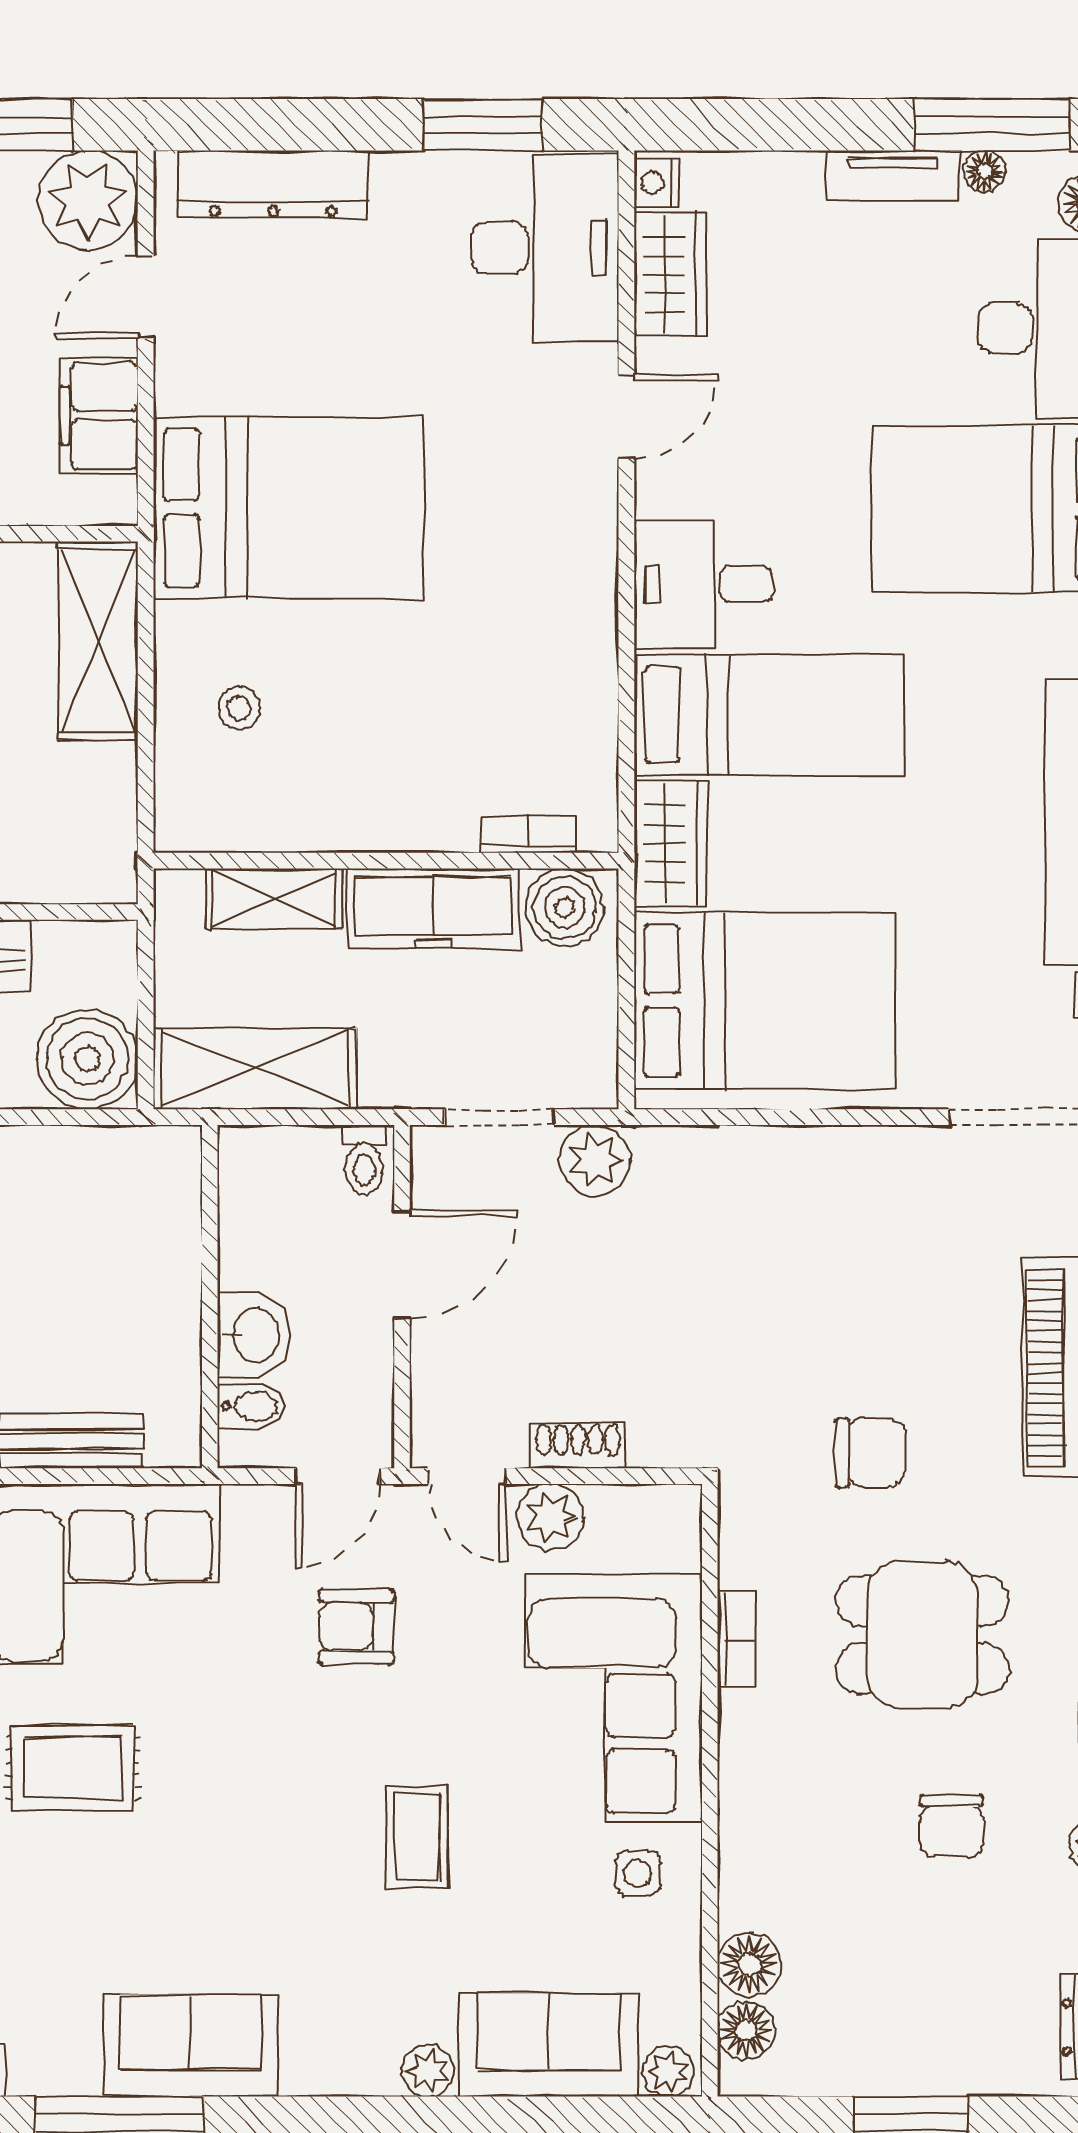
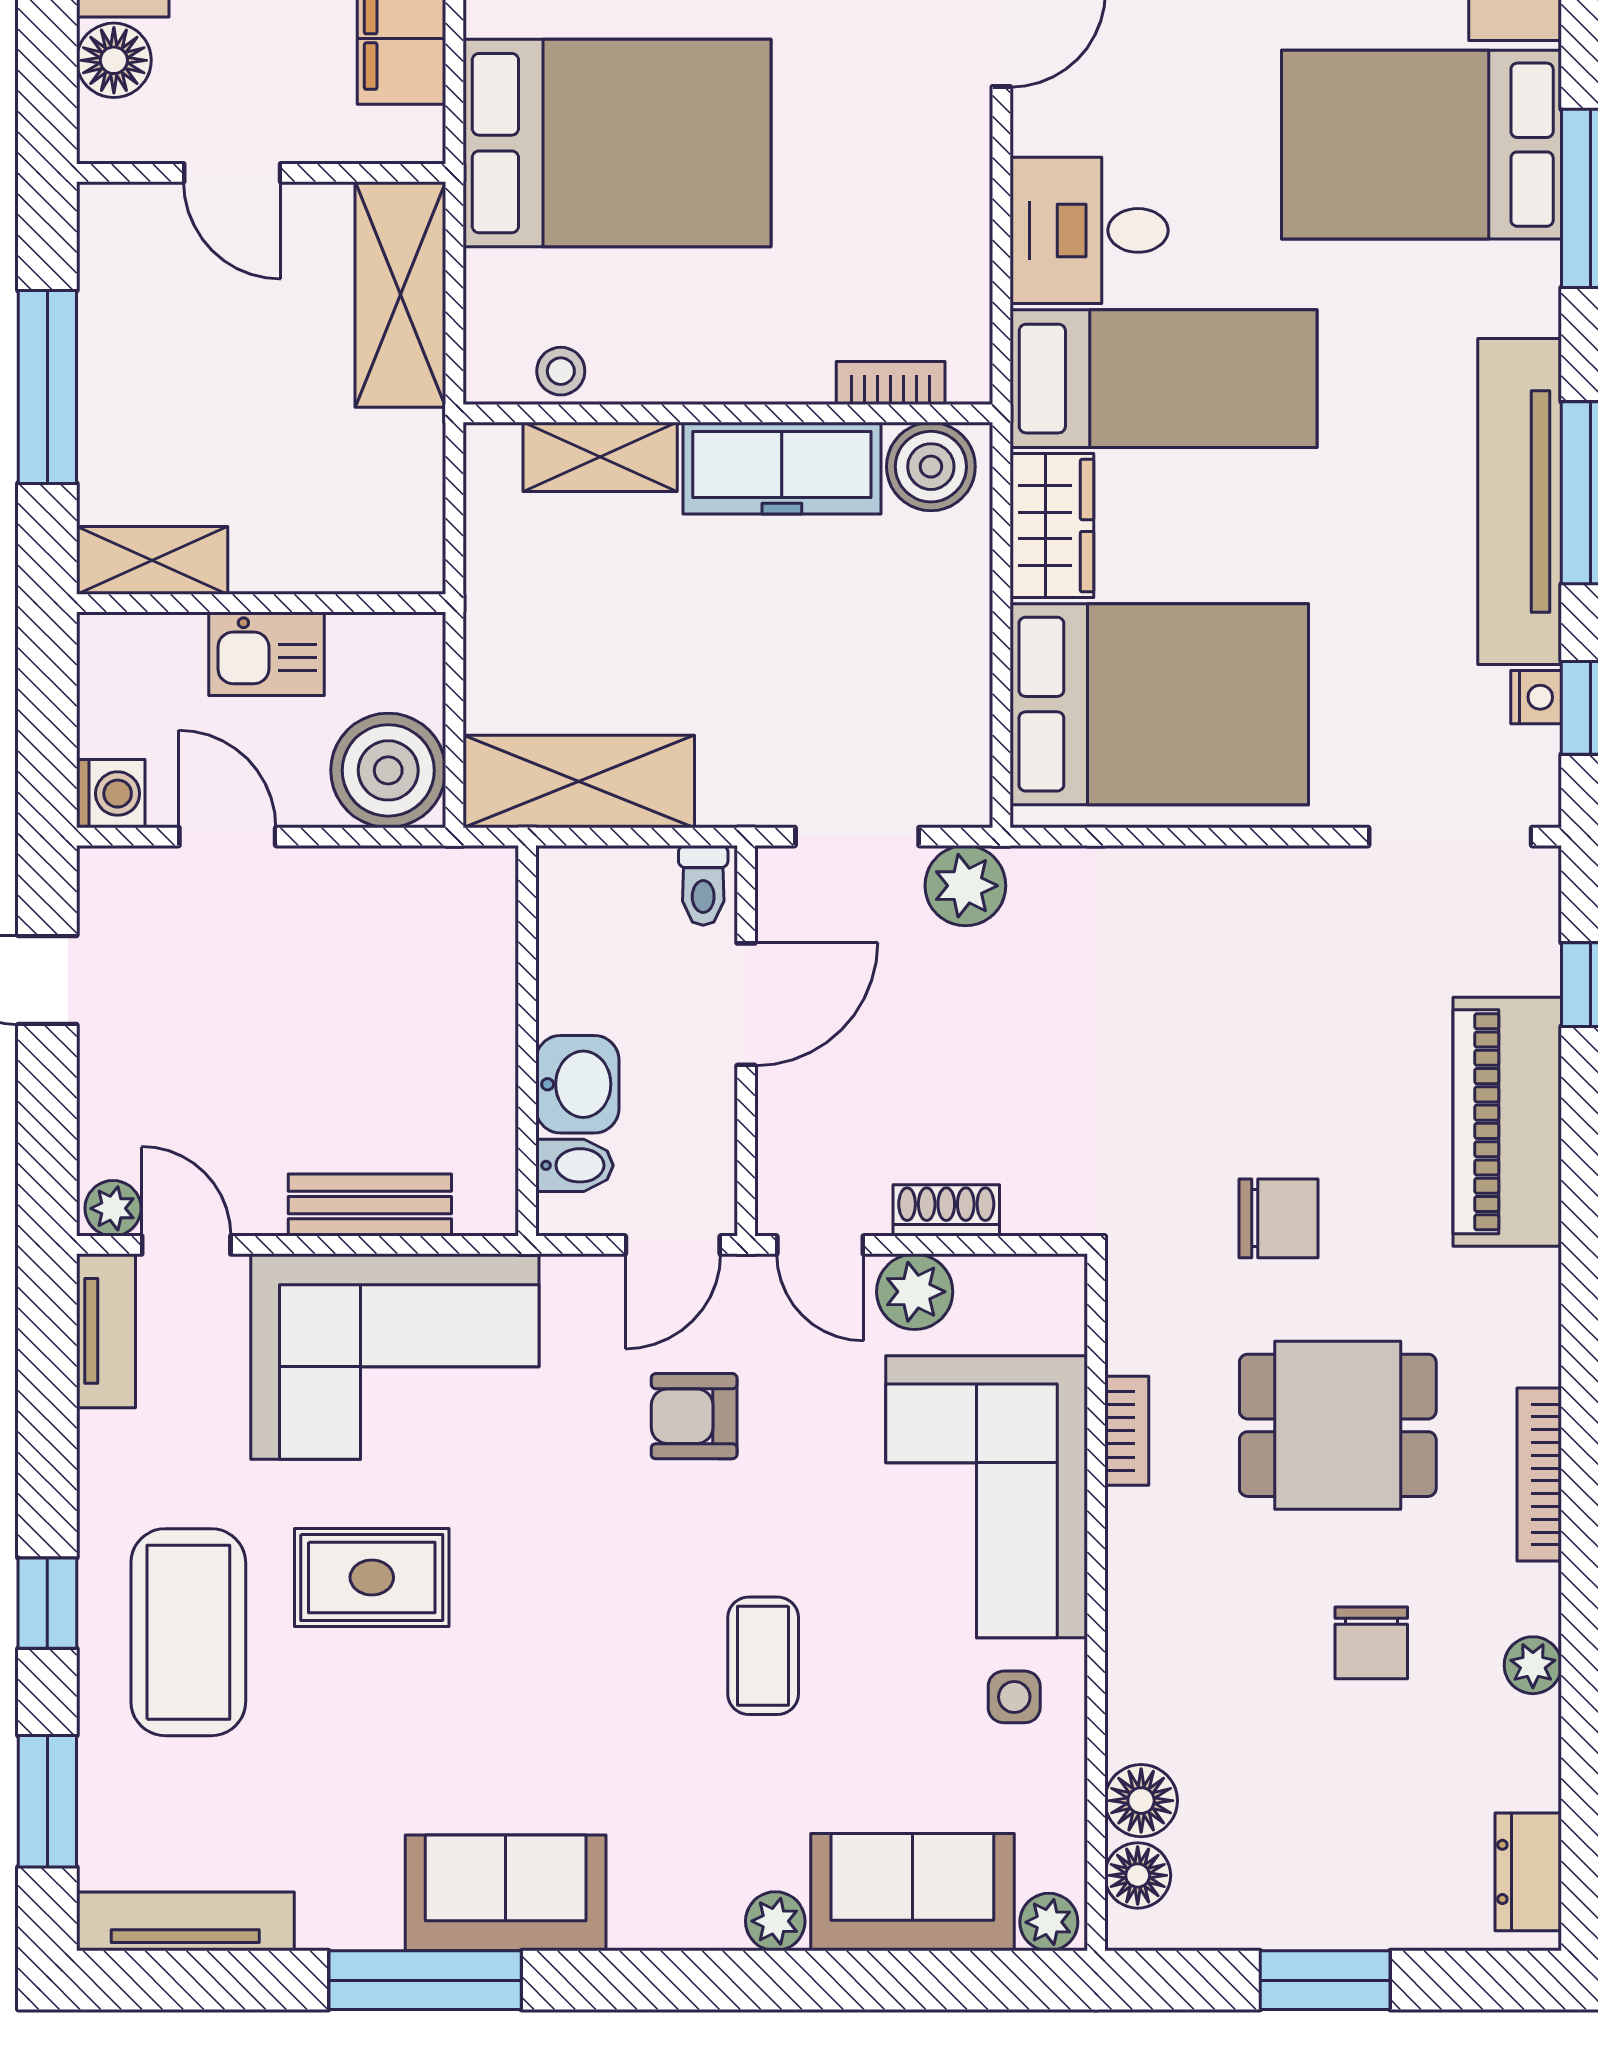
bookcase: (529, 834) -> (891, 383), moved
wall: (386, 861) -> (728, 413), moved
shelving: (274, 899) -> (600, 457), moved
boiler: (565, 907) -> (931, 467), moved
freezer: (434, 909) -> (782, 468), moved

